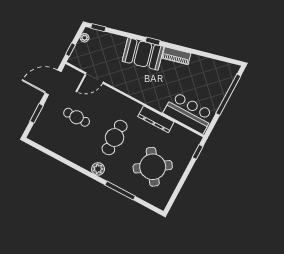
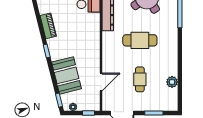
booth: (143, 54) -> (66, 75), moved
door: (94, 78) -> (101, 82), hinge flipped
plant: (98, 169) -> (172, 82), moved

